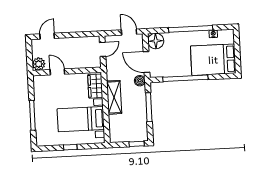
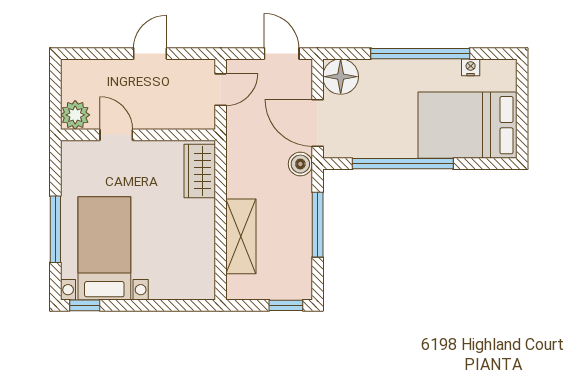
door: (47, 36) -> (150, 54), moved
shelving: (114, 97) -> (241, 236), moved
bed with nightstands: (81, 119) -> (104, 248), moved, turned 90
window: (70, 147) -> (85, 305), moved

